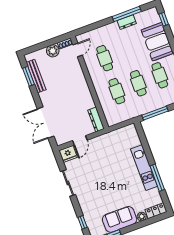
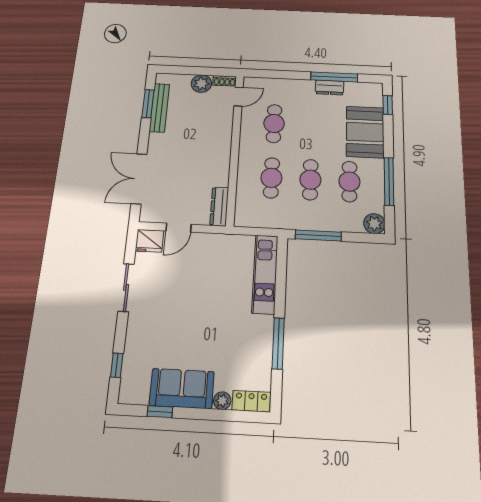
kitchen unit: (144, 168) -> (265, 274), moved

